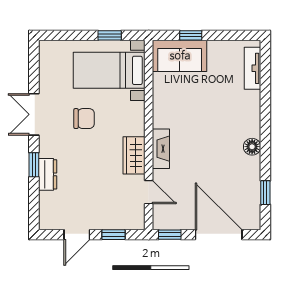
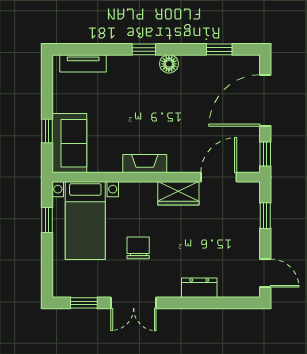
window: (265, 124) -> (144, 49), added
fireplace: (161, 149) -> (145, 164), moved
window: (34, 165) -> (84, 303), moved
door: (149, 192) -> (219, 177), width x1.38
door: (77, 235) -> (265, 273), moved

